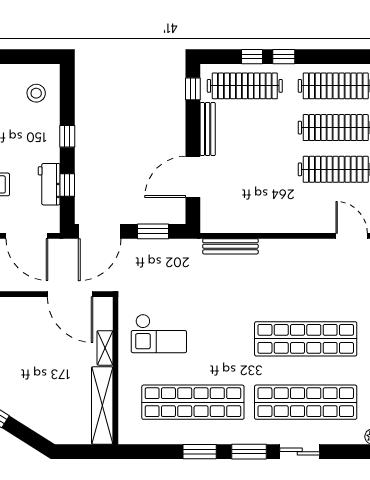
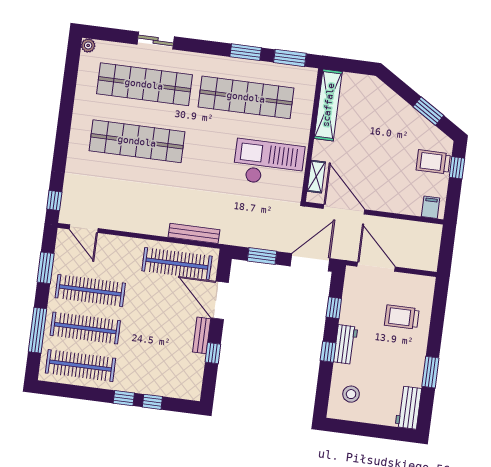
clothes rail: (245, 86) -> (177, 264), moved
window: (193, 89) -> (213, 353), moved
bench: (208, 129) -> (202, 335), width x0.73
door: (193, 177) -> (220, 300), swing flipped
workbench: (49, 184) -> (346, 344), moved
checkout: (159, 333) -> (269, 163), width x1.36, depth x1.21
shelving: (105, 348) -> (316, 177), moved
window: (249, 452) -> (290, 58), moved

